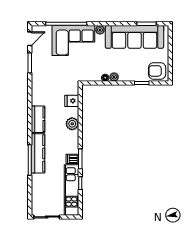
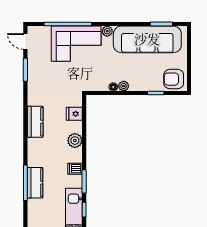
door: (30, 39) -> (25, 42), swing flipped
kitchen counter: (38, 119) -> (35, 122), moved
kitchen counter: (38, 153) -> (35, 183), width x0.67
dishwasher: (72, 159) -> (75, 169), moved

